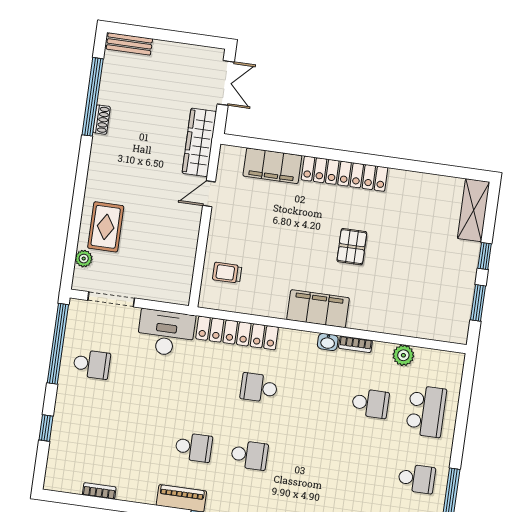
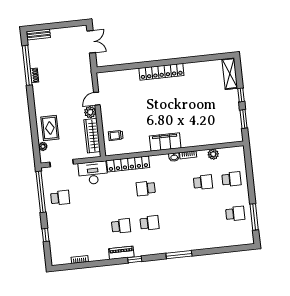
wardrobe: (199, 142) -> (92, 136), moved
filing cabinet: (272, 166) -> (125, 77), removed
plant: (190, 216) -> (90, 112), added
pallet: (352, 247) -> (174, 107), removed
school desk: (426, 411) -> (231, 179), width x0.54

